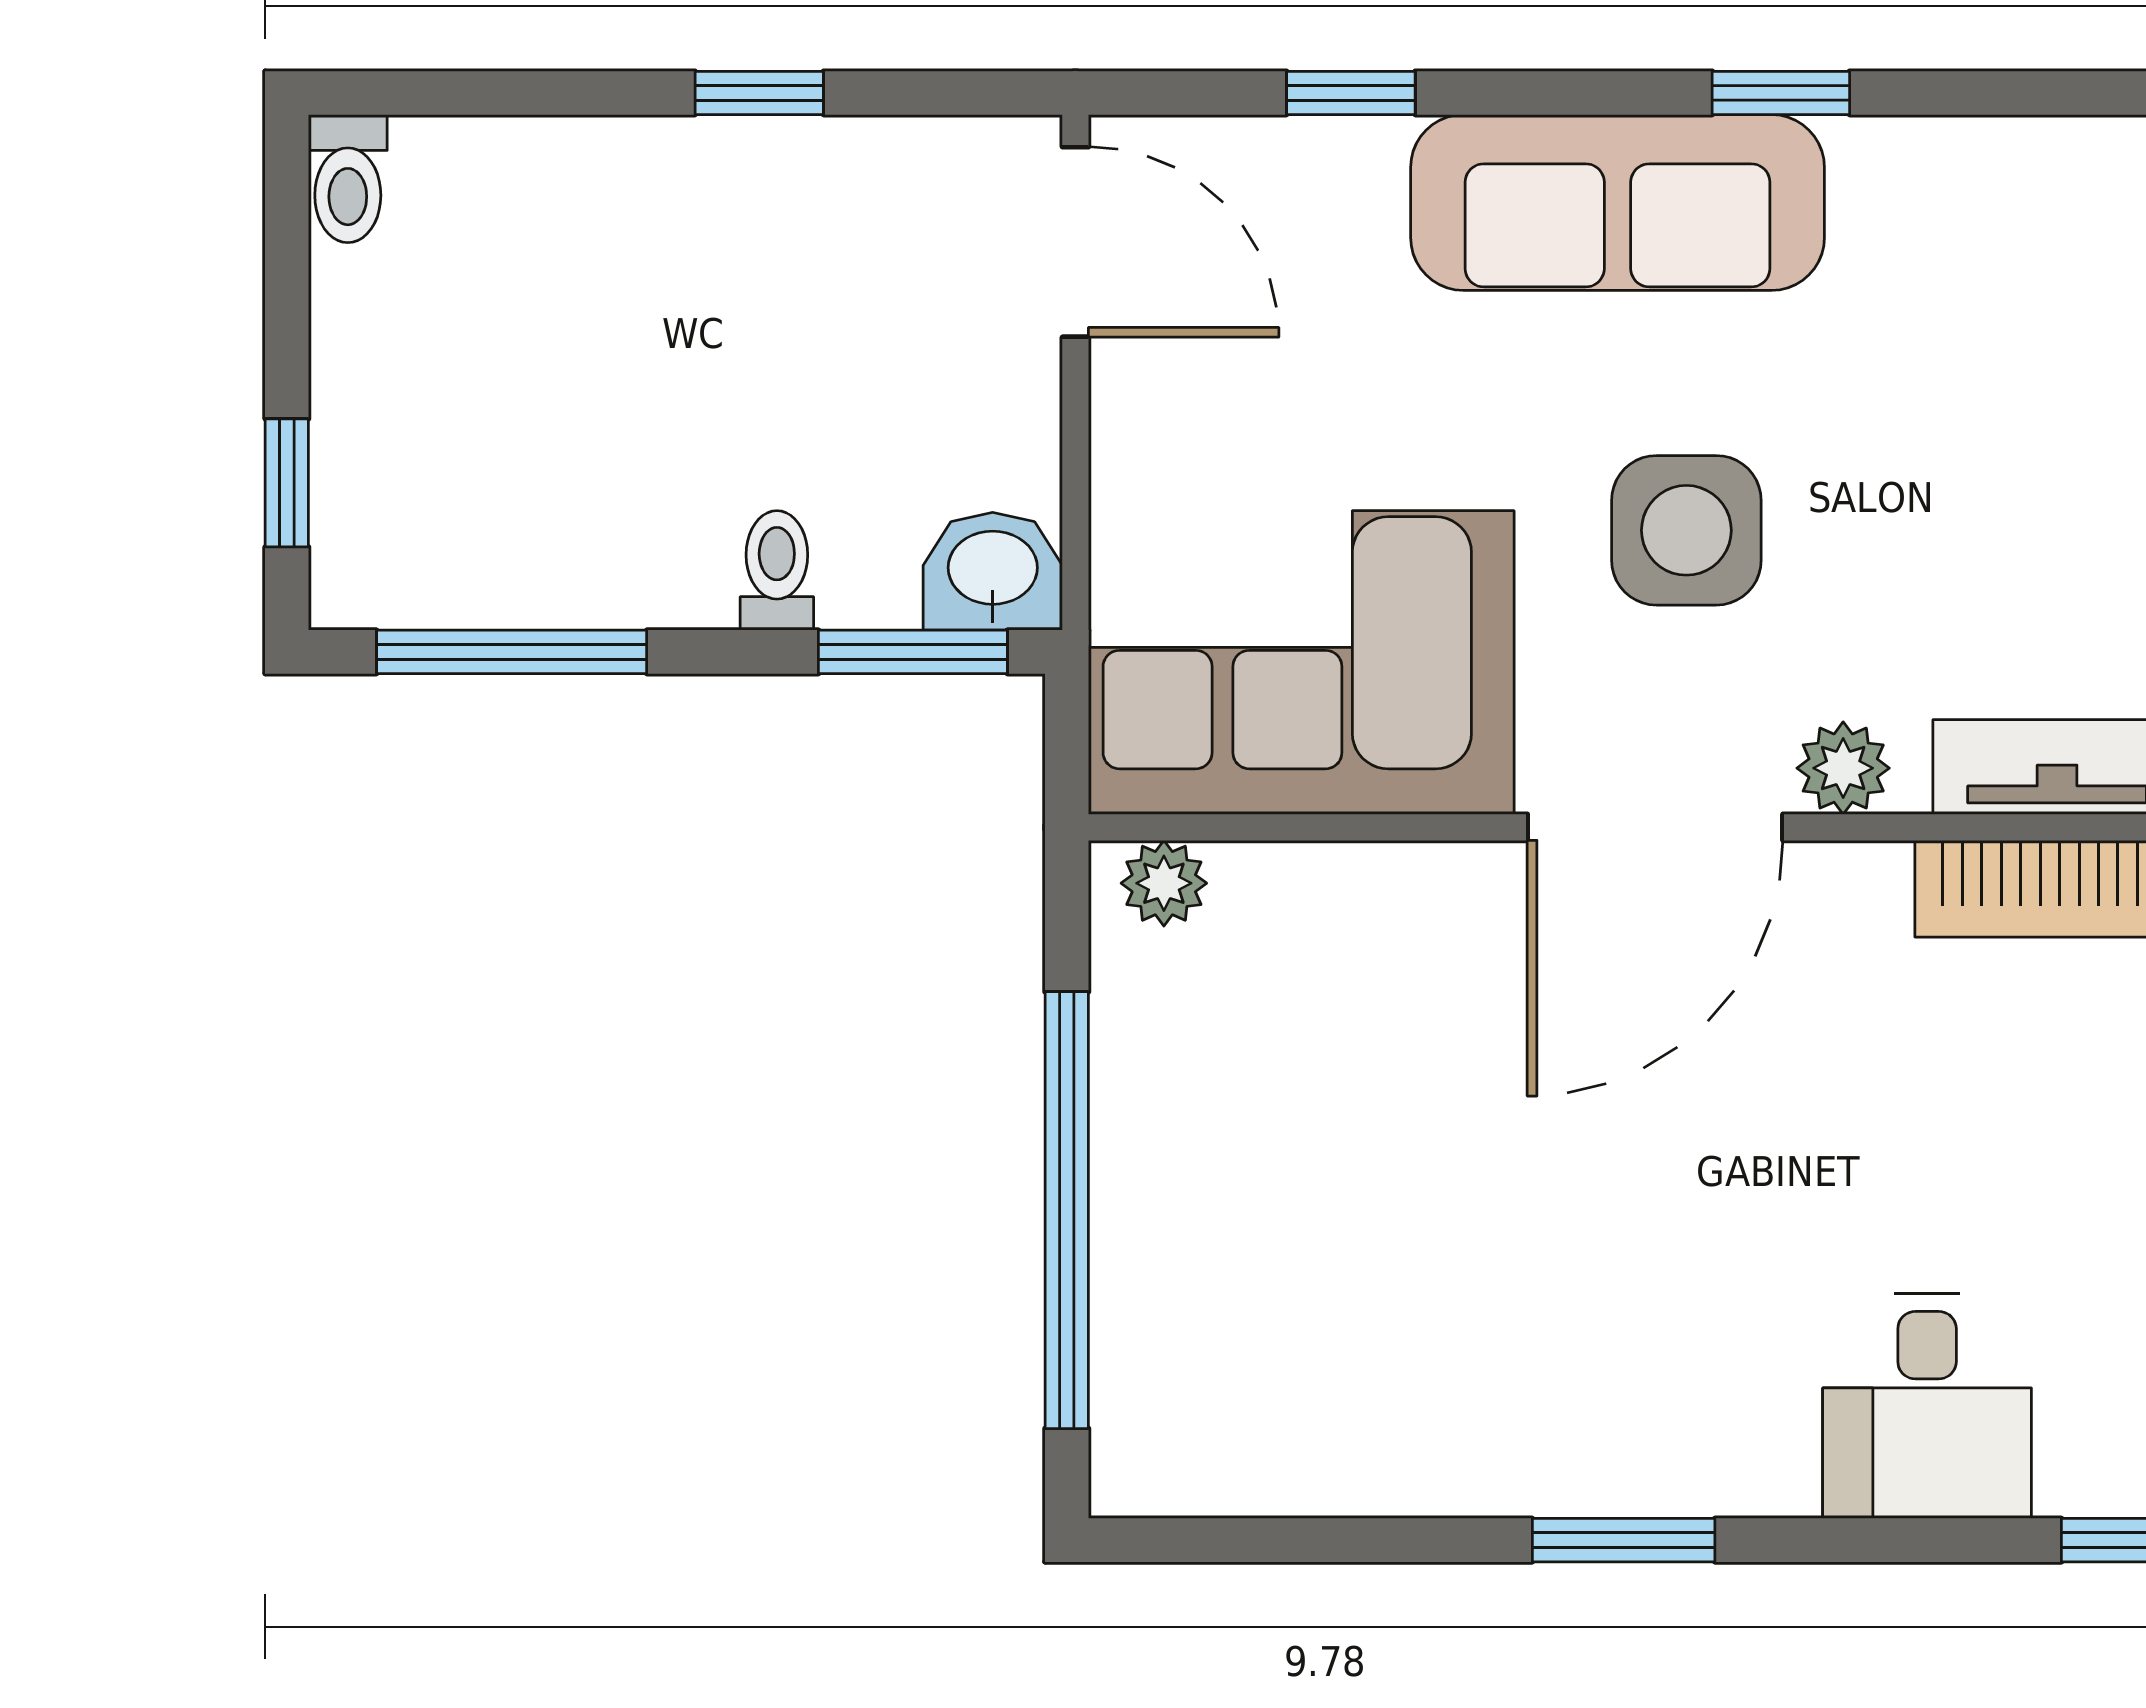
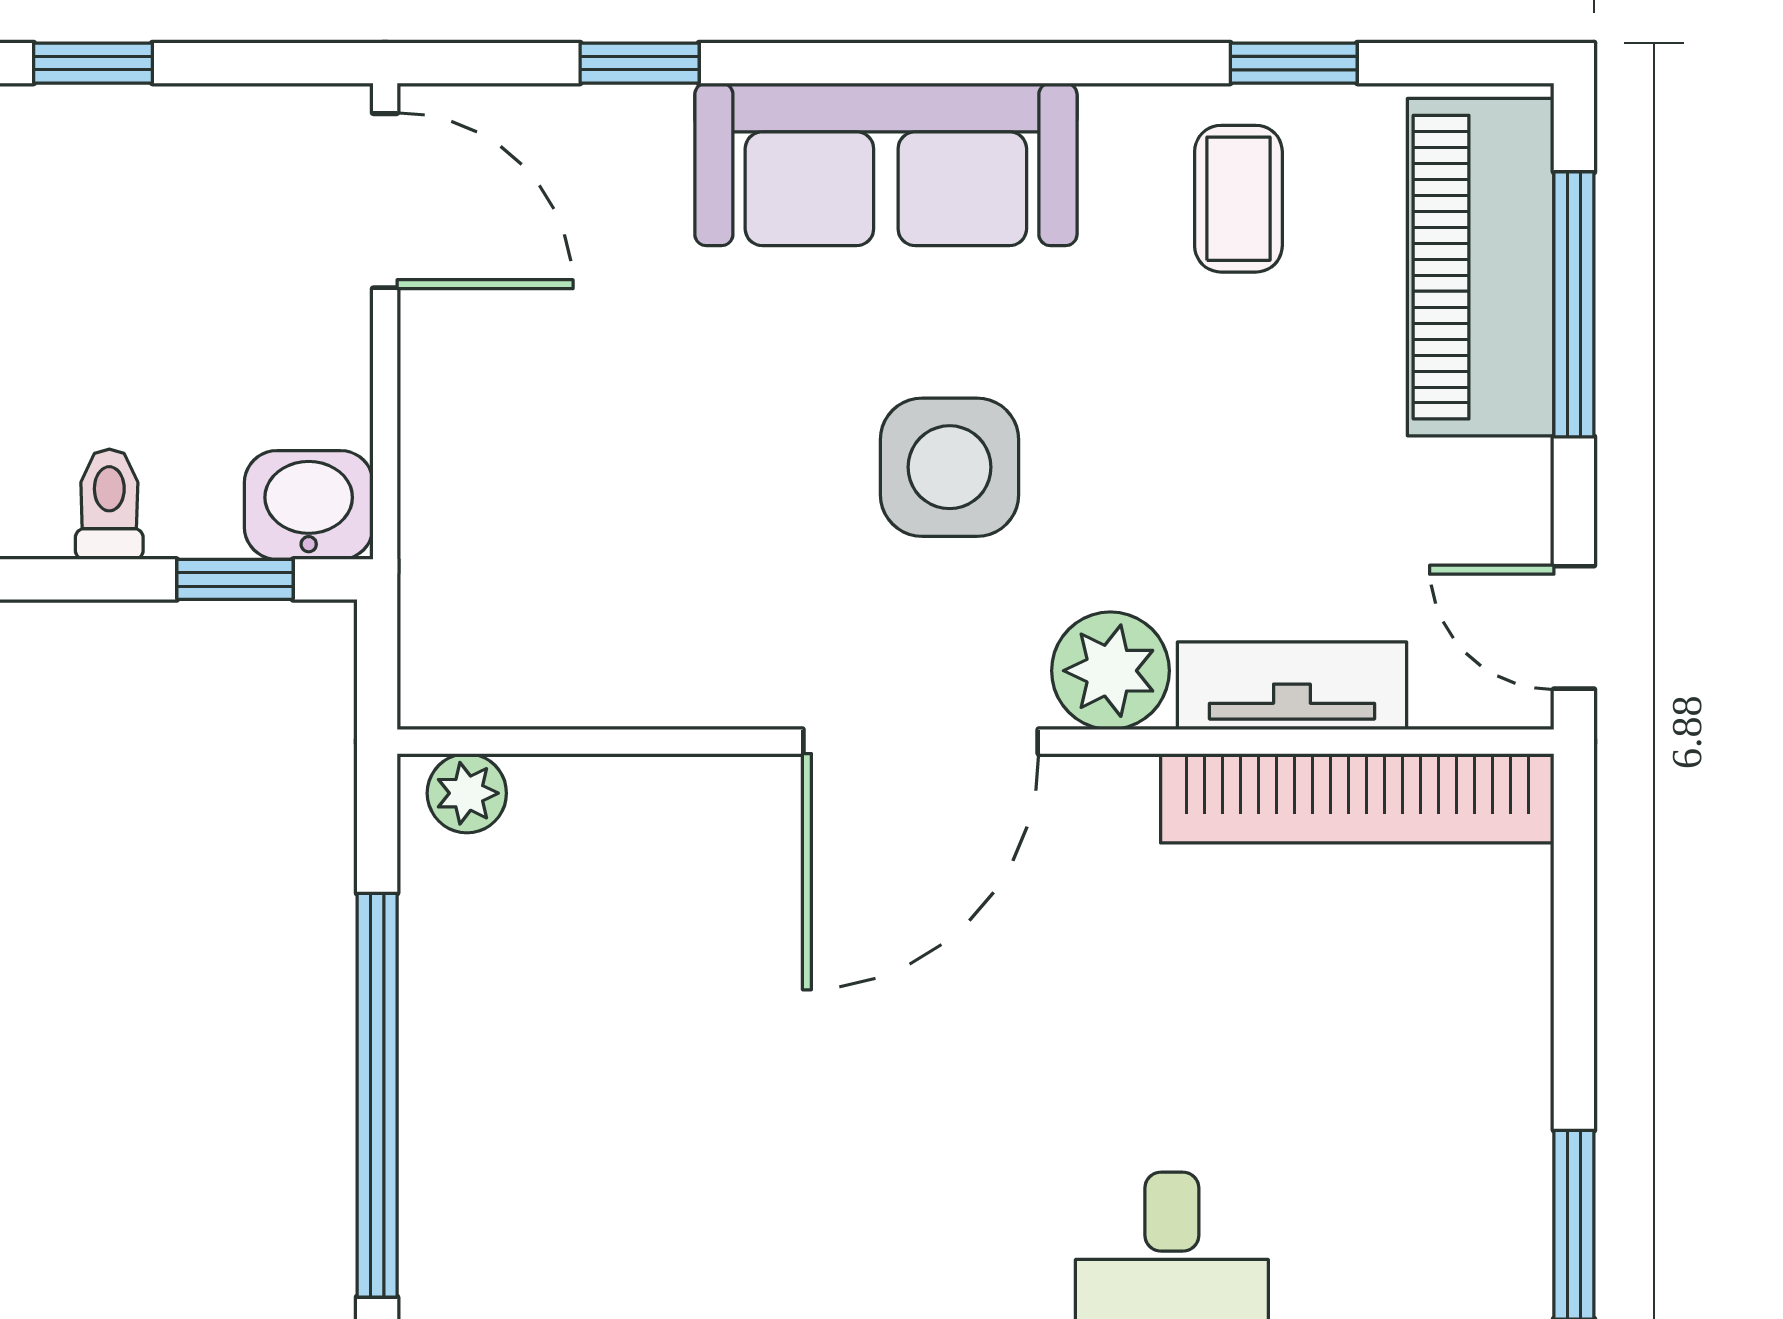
window: (1781, 93) -> (1294, 63), moved
coffee table: (1999, 240) -> (1238, 199), added
window: (913, 652) -> (235, 579), width x0.67
corner sofa: (1301, 662) -> (594, 589), removed
plant: (1843, 768) -> (1110, 671), width x1.38, depth x1.38

